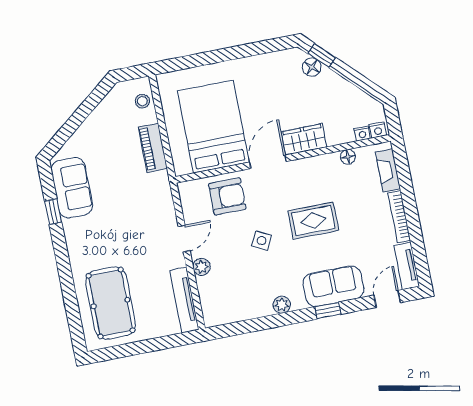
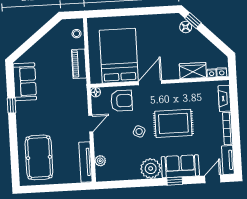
wardrobe: (304, 139) -> (193, 71), moved
floor lamp: (348, 157) -> (96, 92), moved
window: (53, 212) -> (11, 105), moved
rug: (313, 221) -> (173, 123), width x1.36, depth x1.43
plant: (202, 267) -> (100, 161), moved
plant: (282, 305) -> (151, 168), width x1.88, depth x1.88

